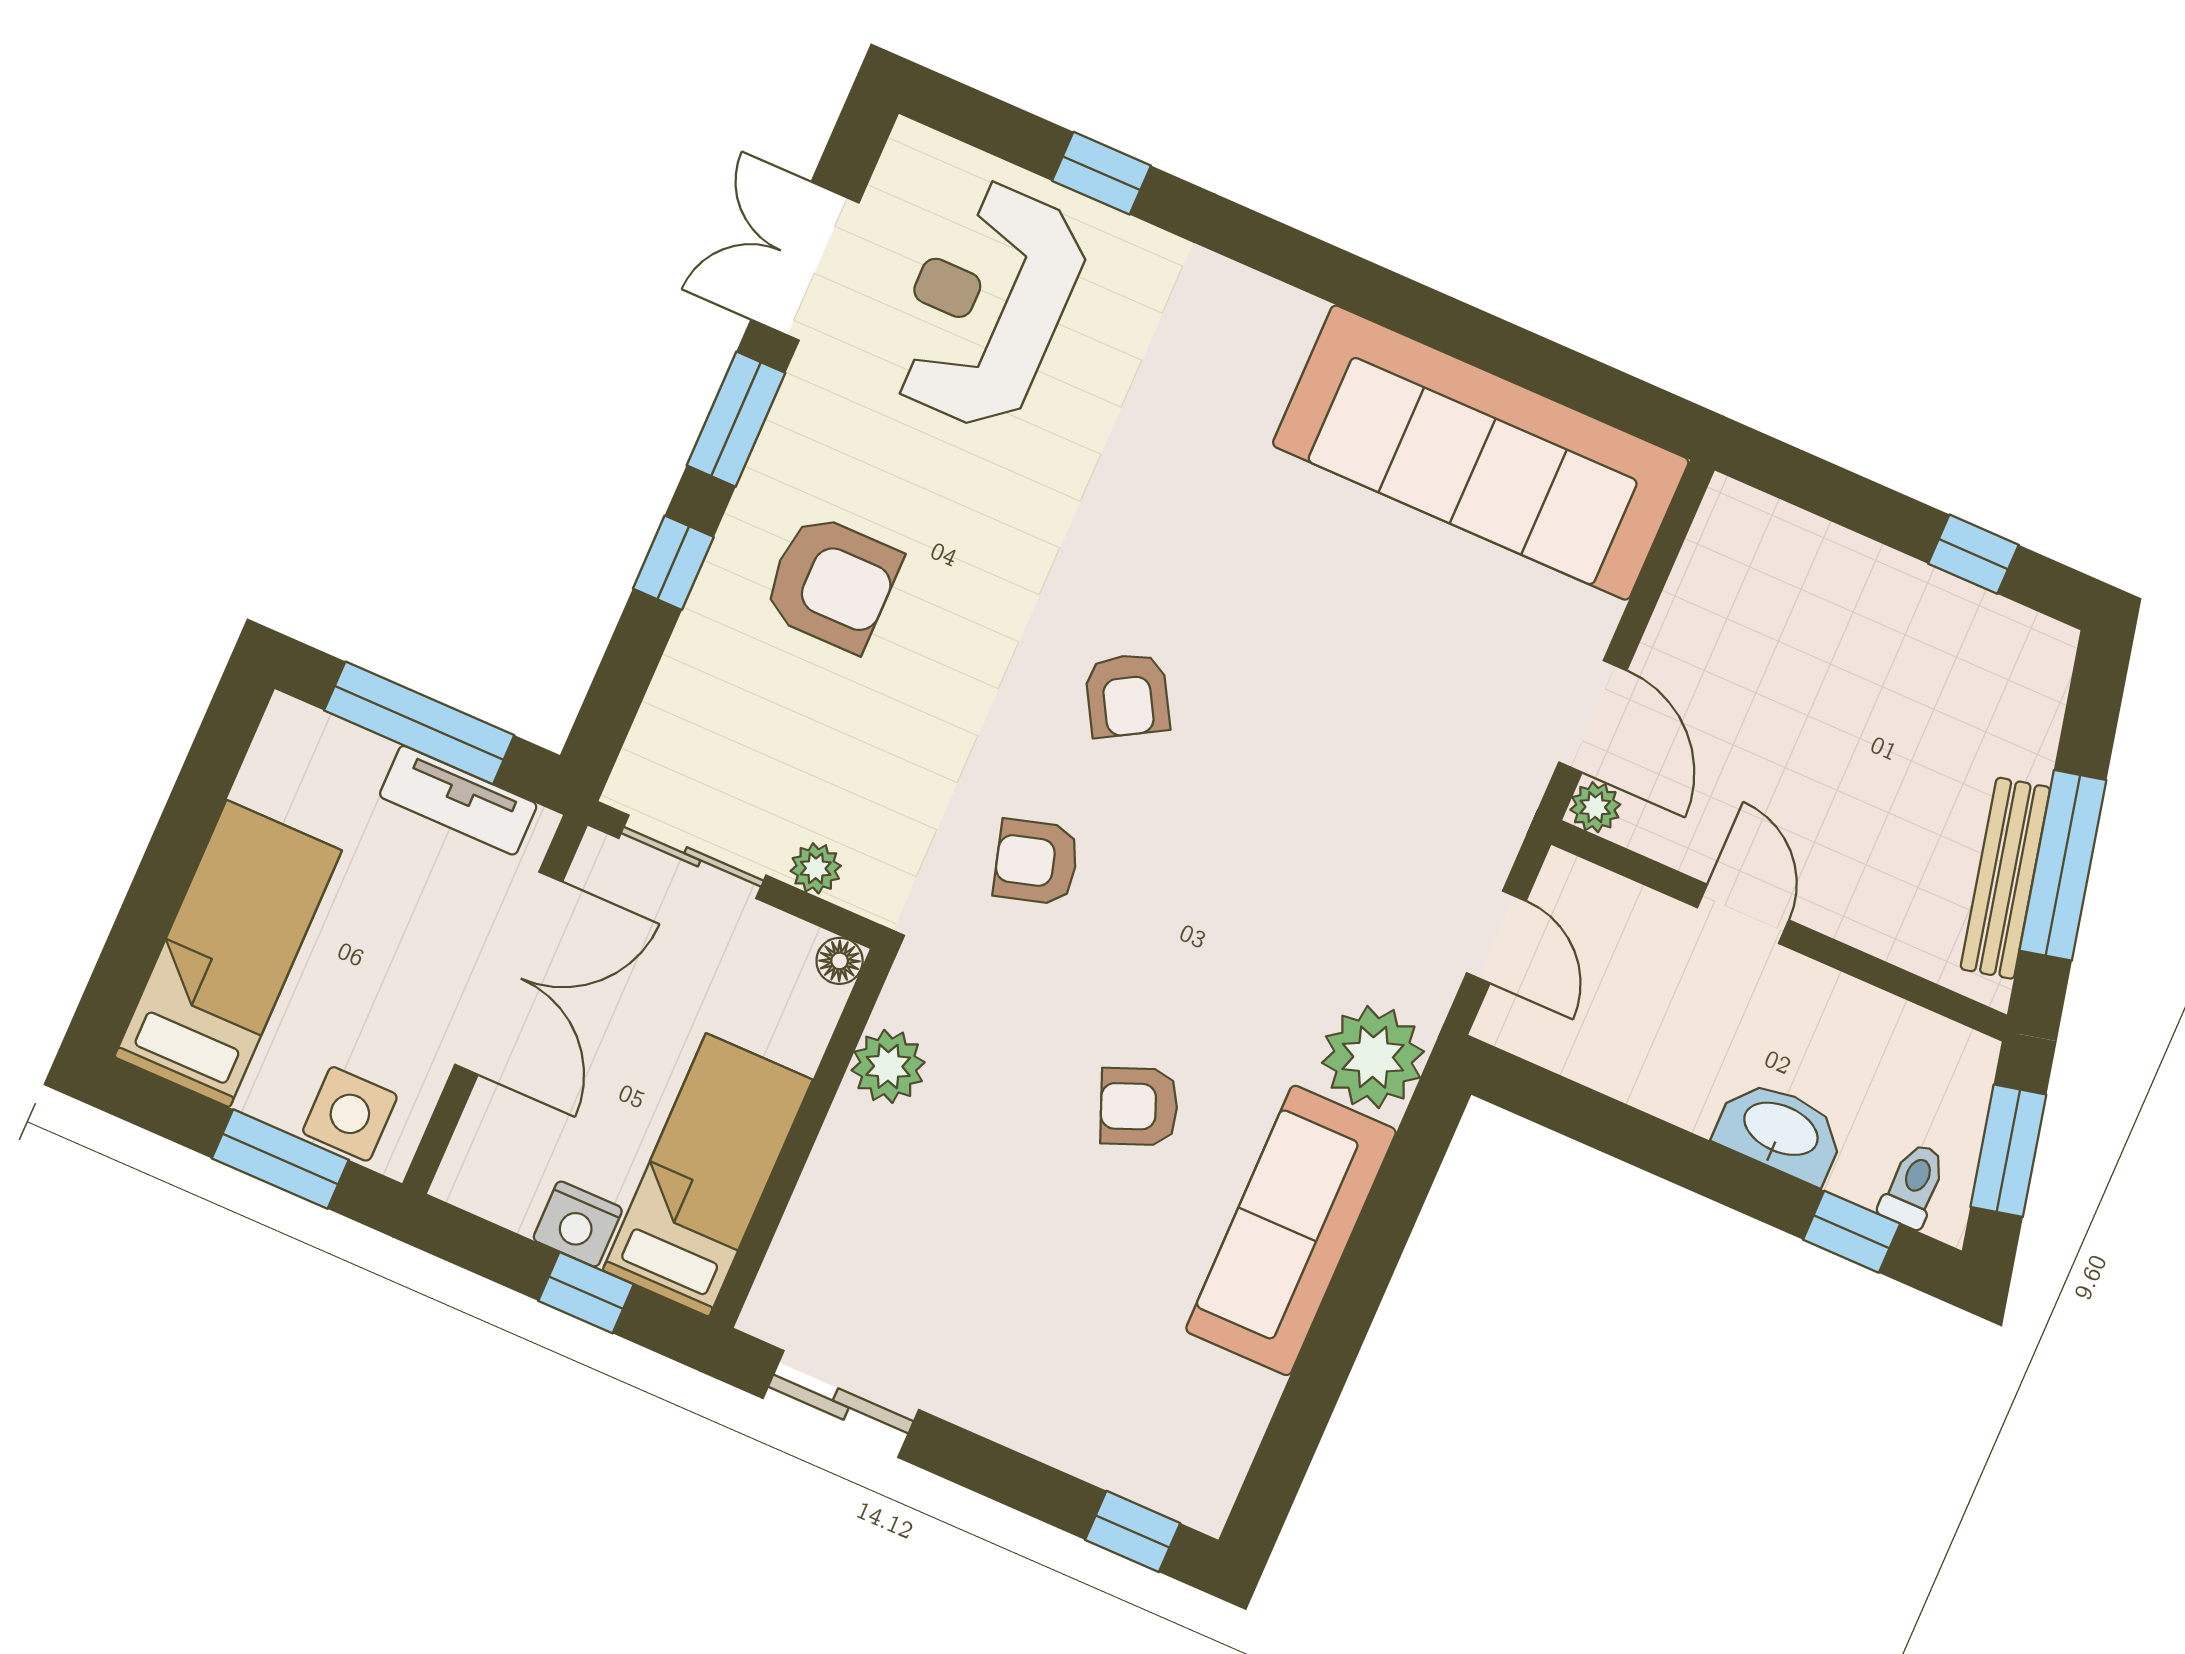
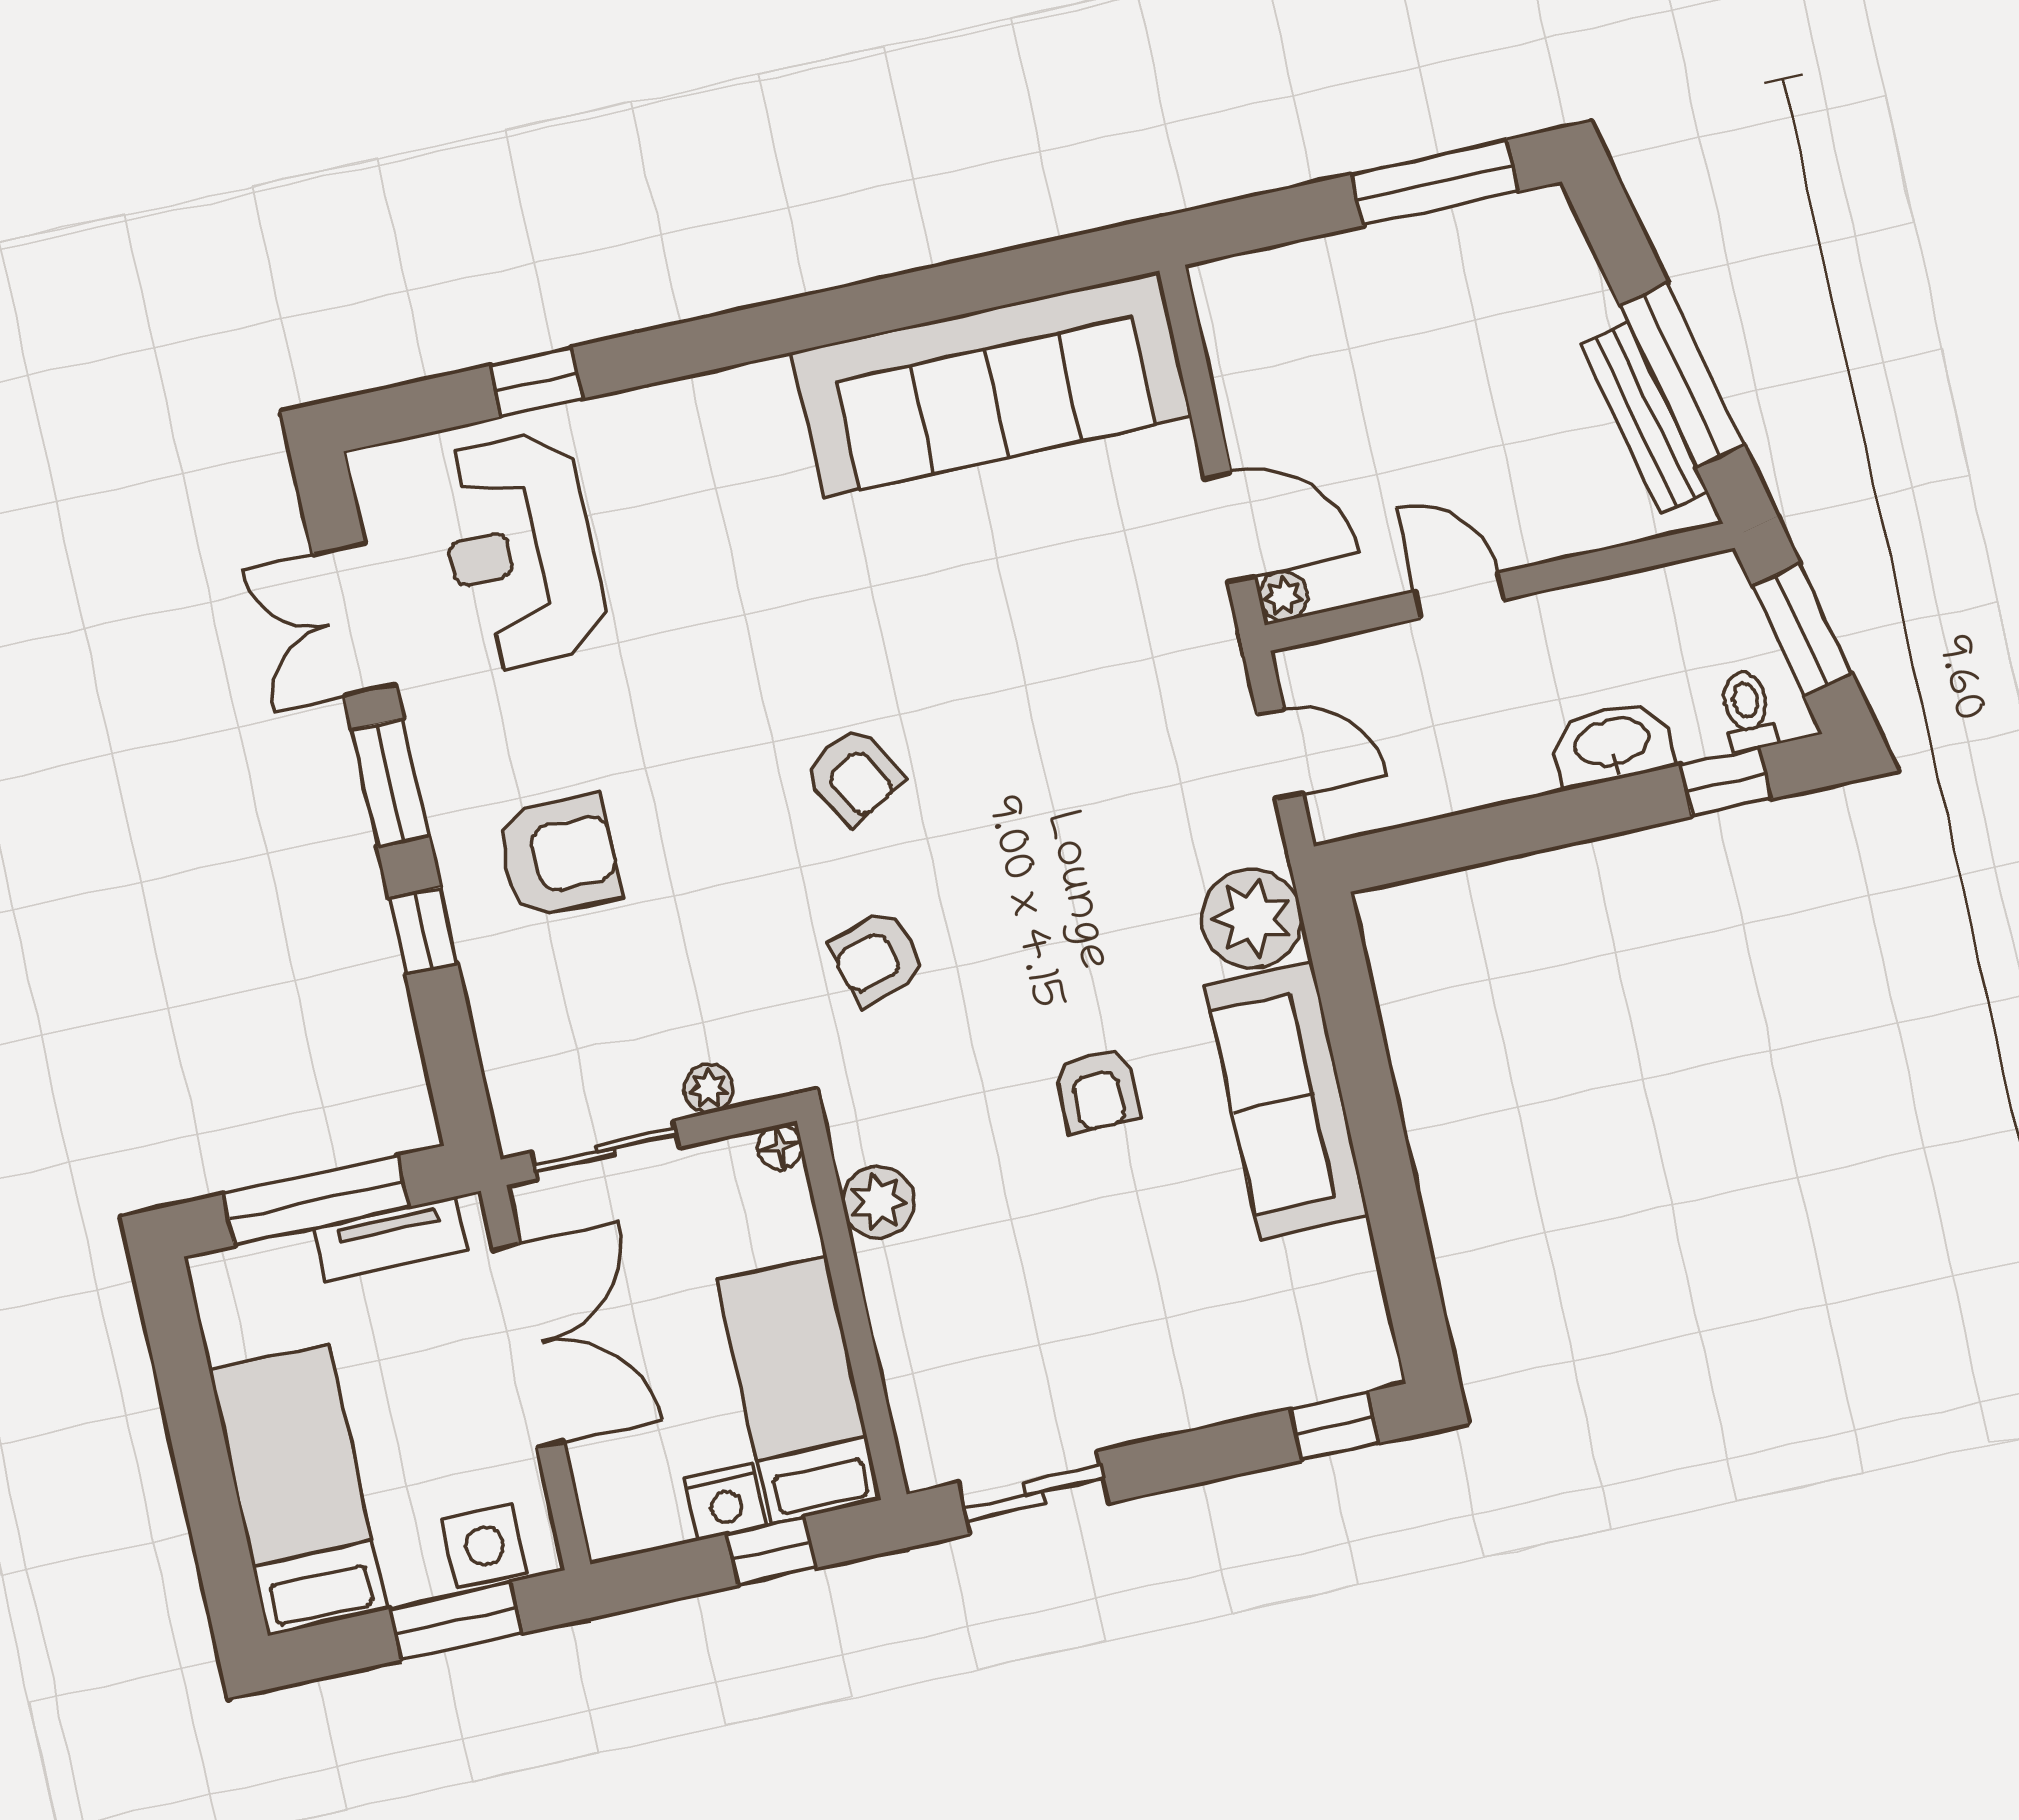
window: (1973, 554) -> (1435, 183), width x2.17
armchair: (1139, 1107) -> (1097, 1090), turned -68

